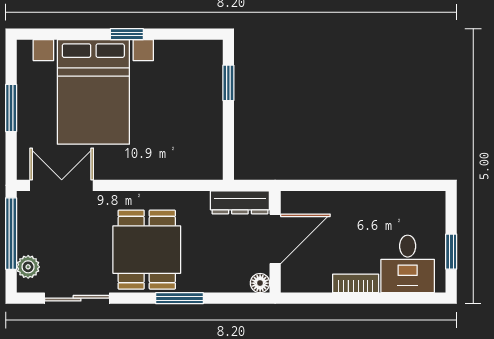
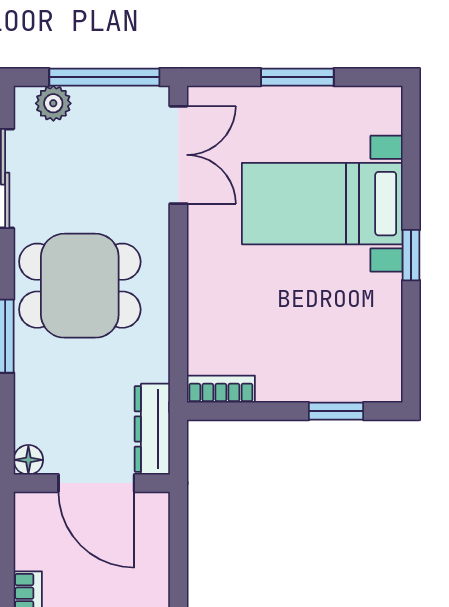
bed with nightstands: (93, 92) -> (322, 204), width x0.73
bookcase: (214, 158) -> (221, 389), added

